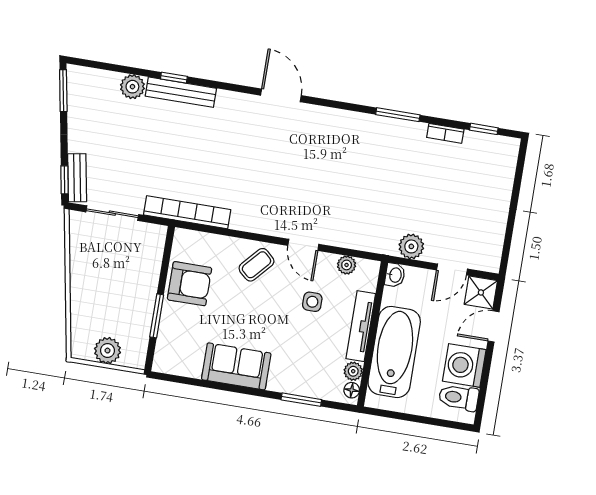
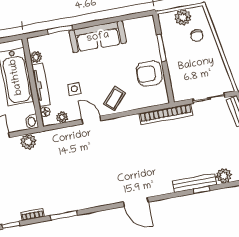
chair: (96, 315) -> (197, 36), added
sofa: (236, 366) -> (98, 37), width x1.36
floor lamp: (352, 390) -> (45, 112), moved

